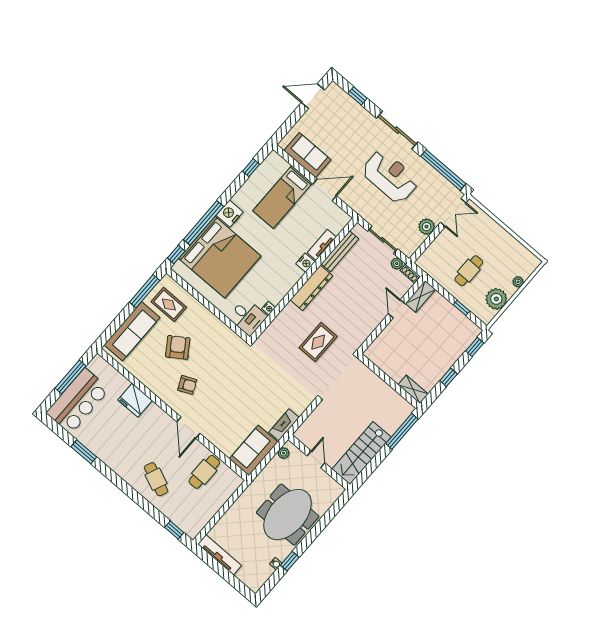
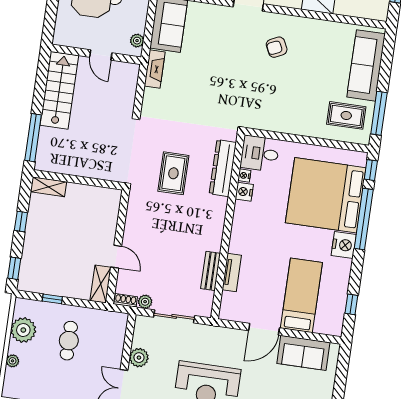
bench: (340, 251) -> (211, 271), width x0.73
nightstand: (305, 263) -> (244, 192), moved
dresser: (311, 288) -> (223, 168), moved
armchair: (178, 347) -> (310, 79), removed

